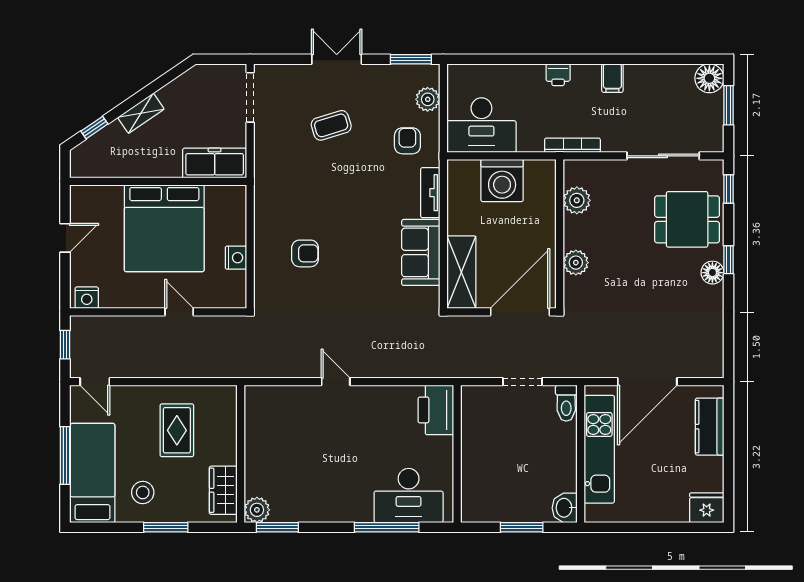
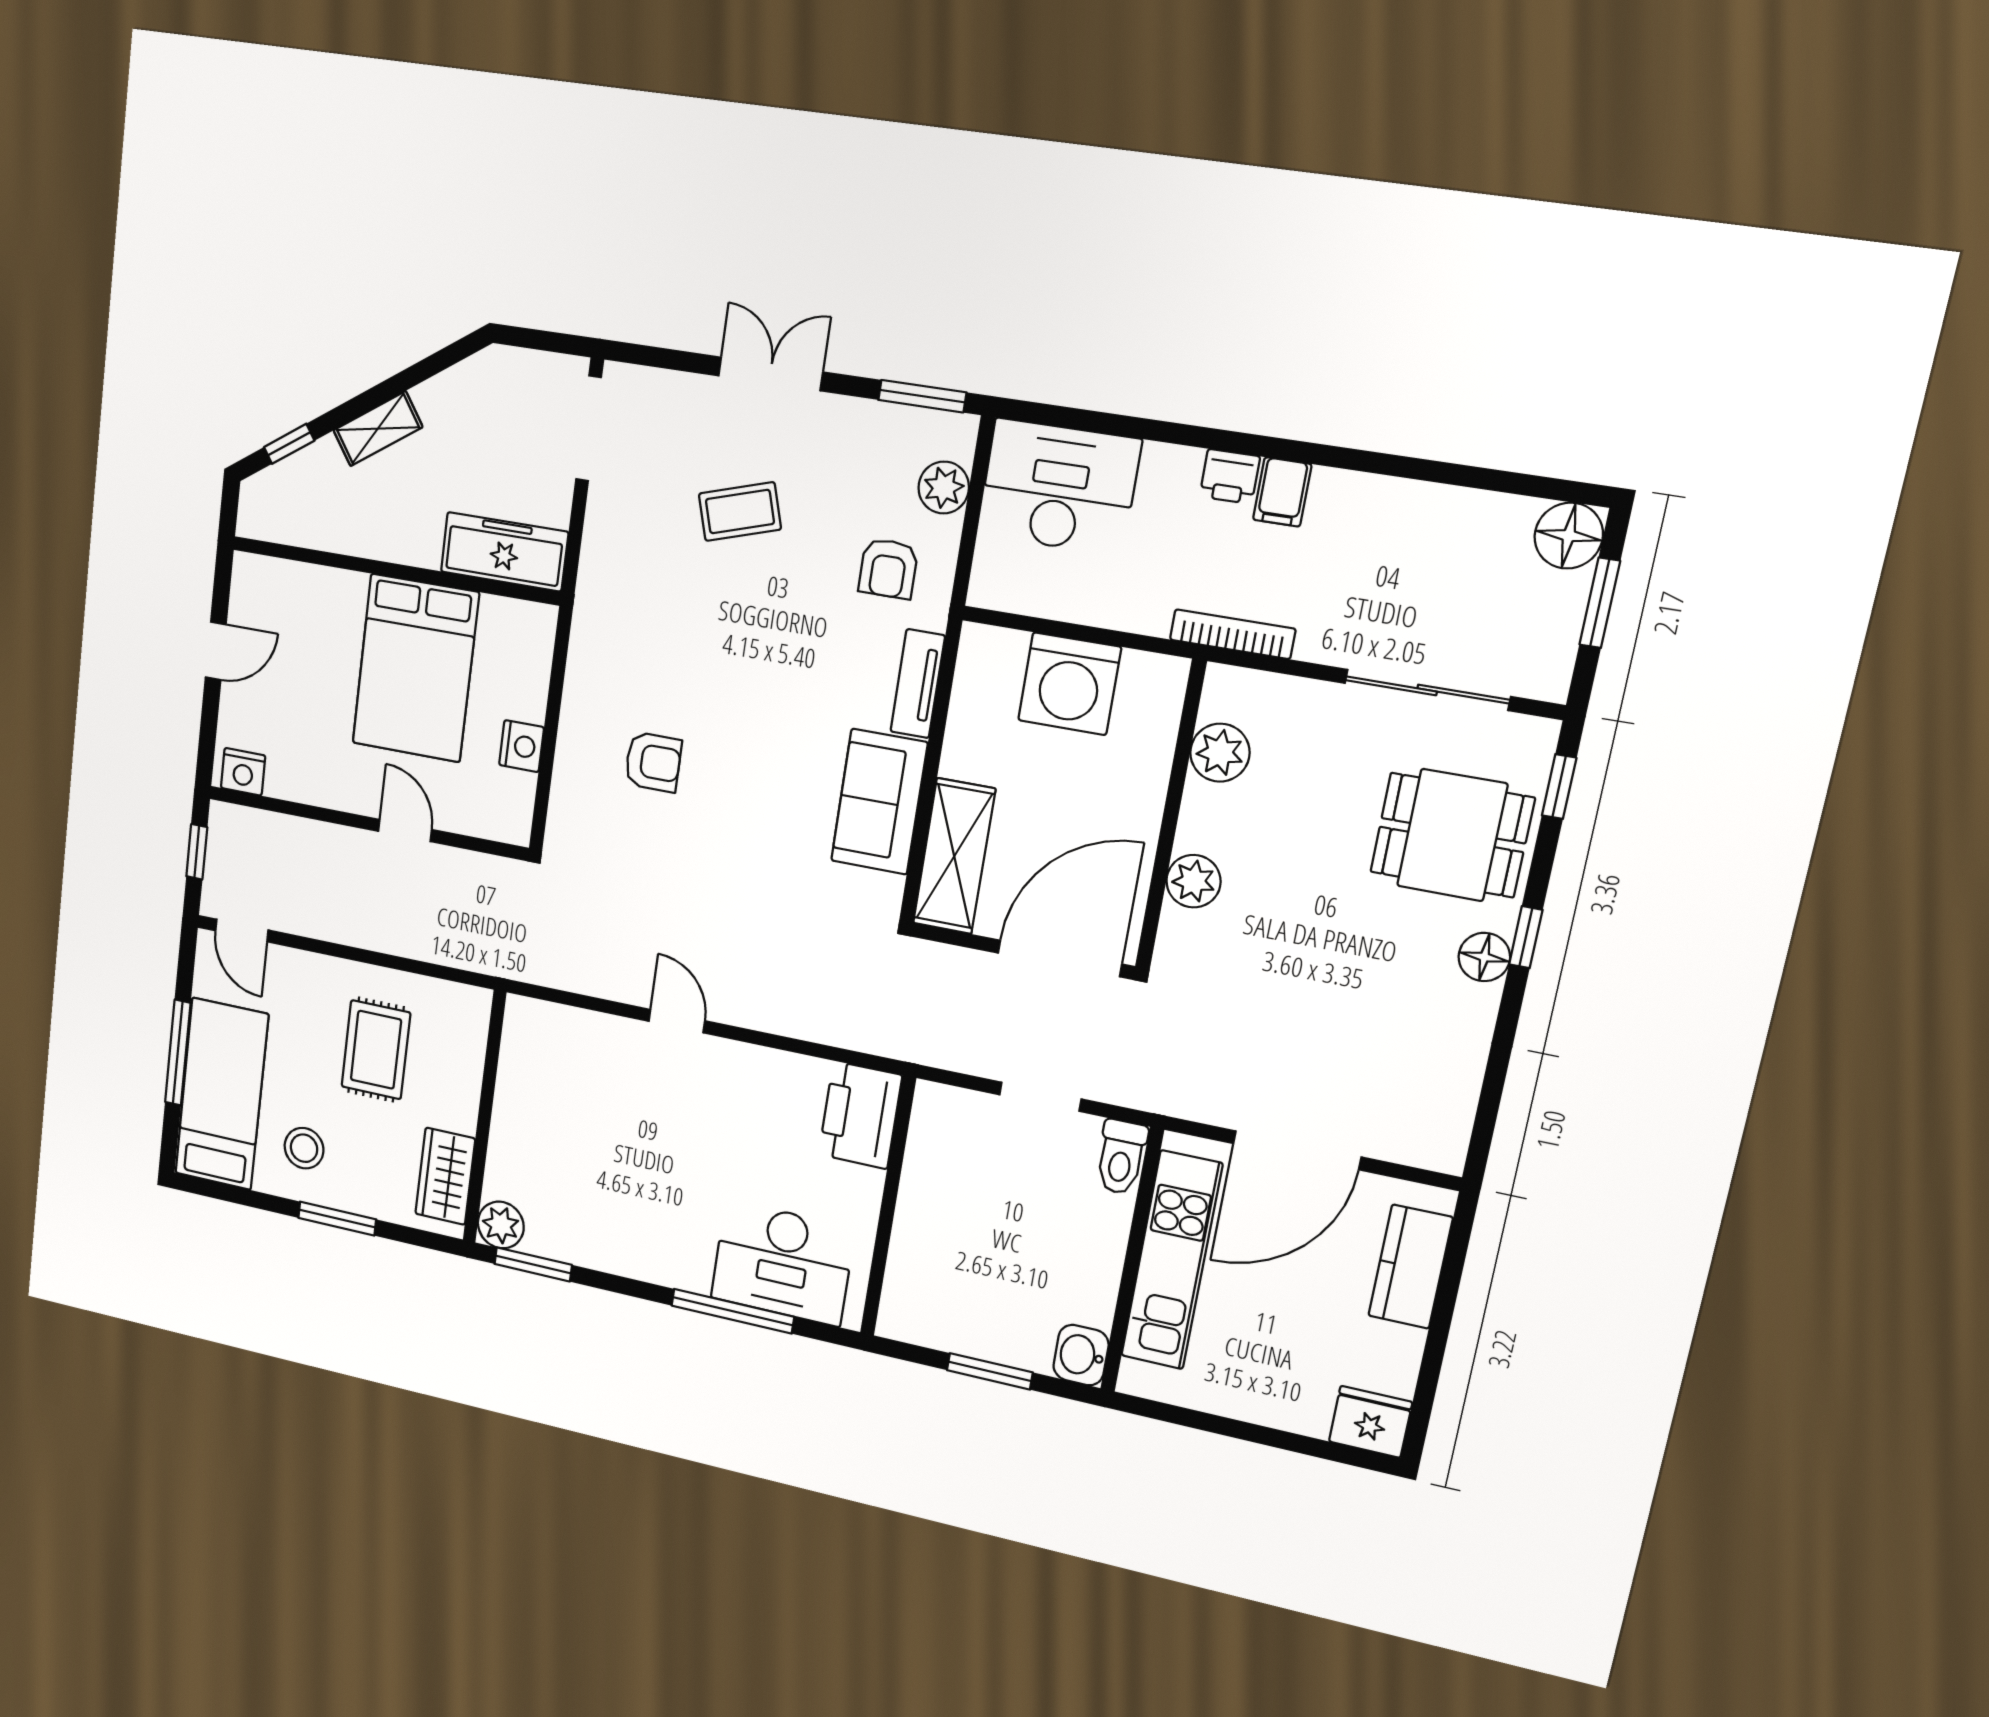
filing cabinet: (612, 78) -> (1282, 492), moved
desk: (481, 125) -> (1059, 487), moved, turned 180
armchair: (407, 141) -> (888, 568), turned 180
bed: (164, 228) -> (415, 668), width x0.73

